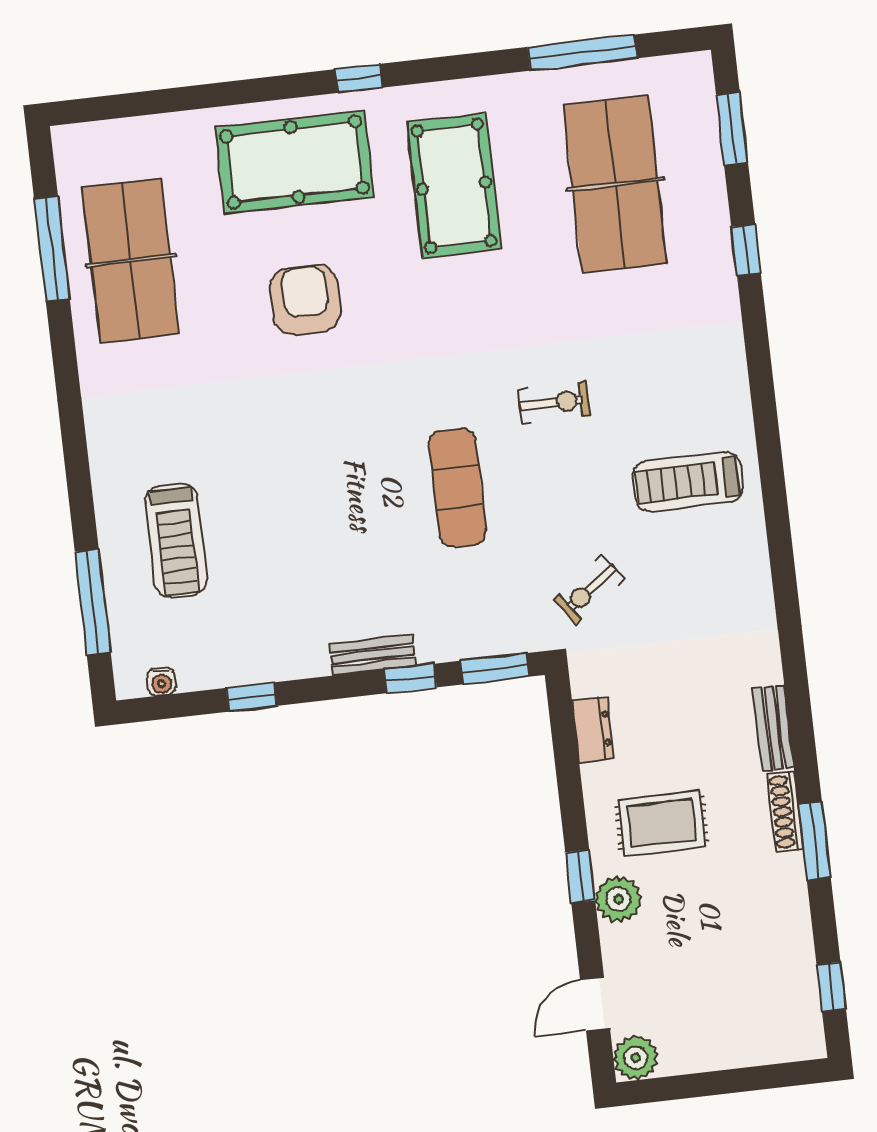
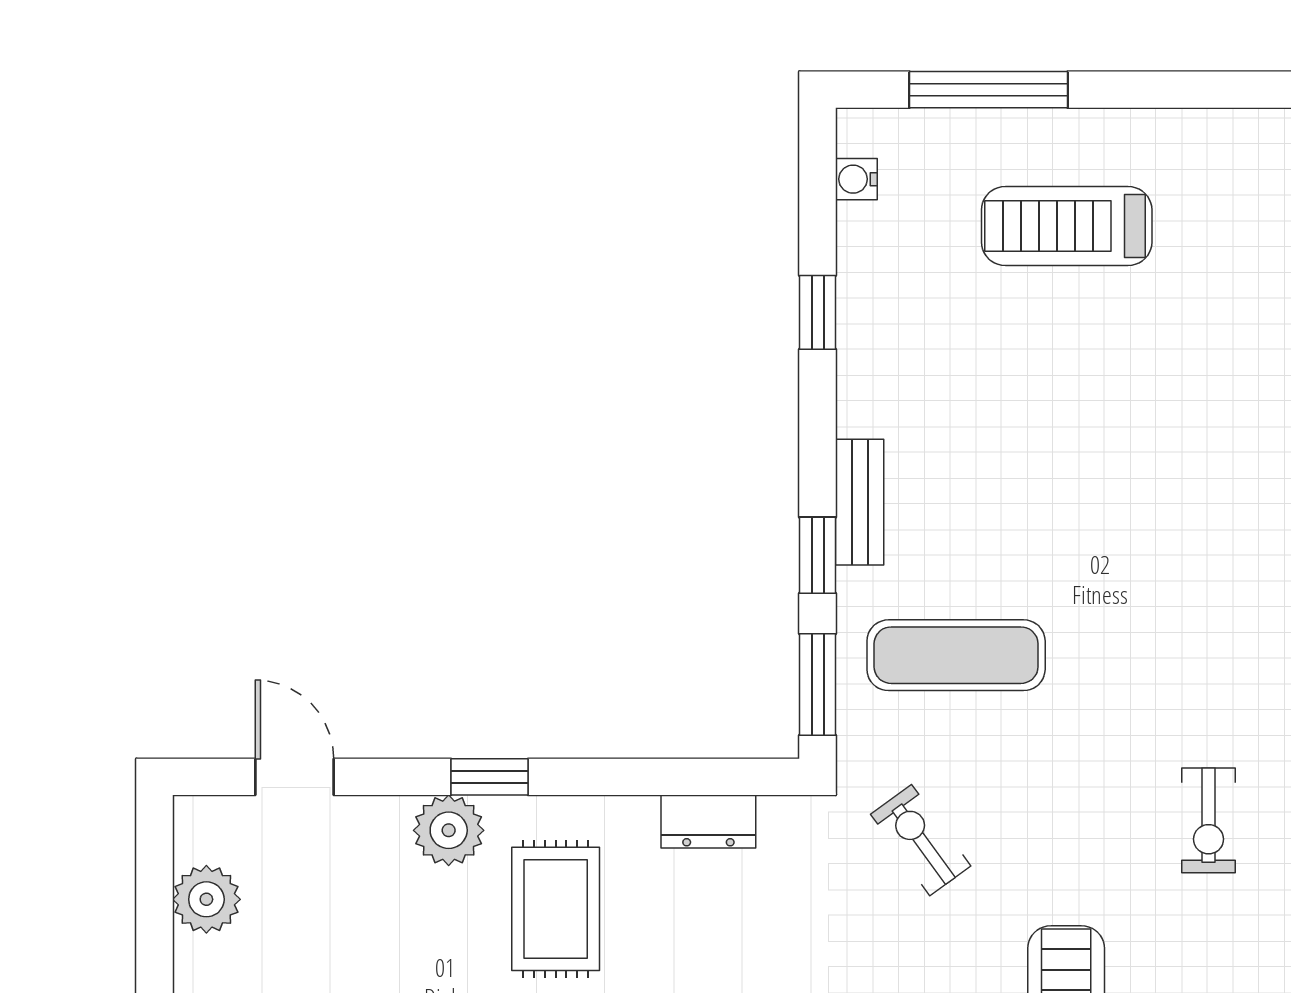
exercise mat: (458, 488) -> (956, 655), moved
plant: (636, 1058) -> (206, 899), moved

